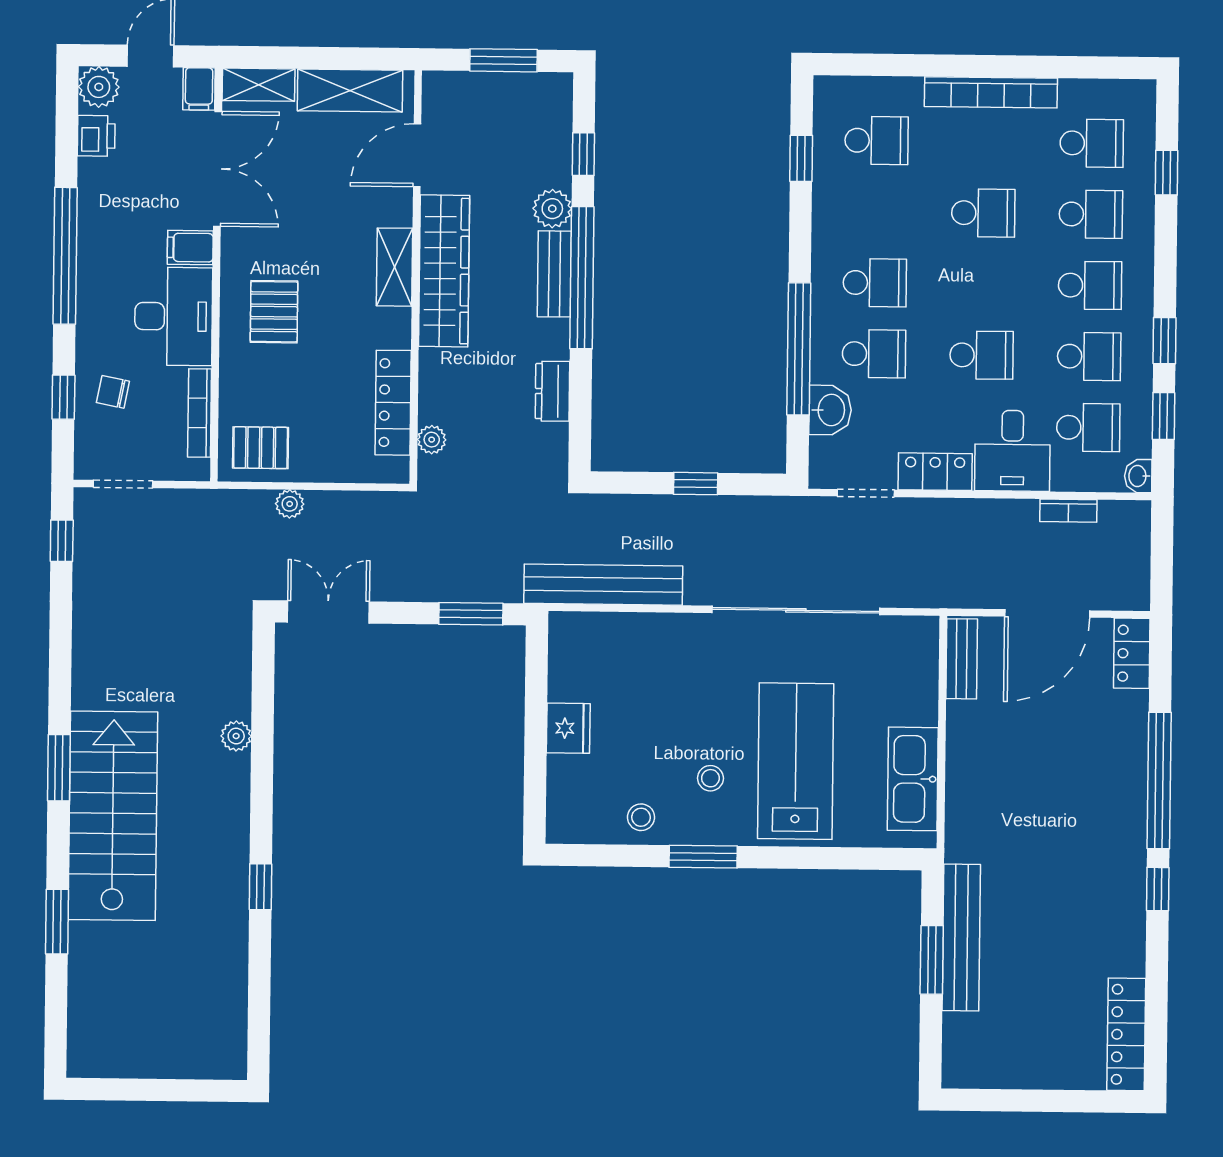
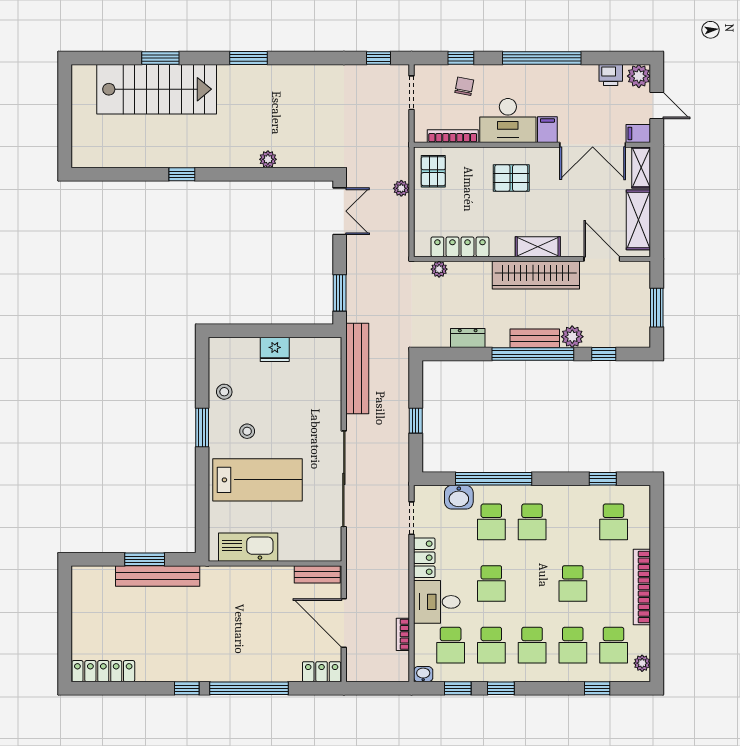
plant: (1124, 94) -> (642, 663), added
stairs: (113, 816) -> (157, 89), moved

